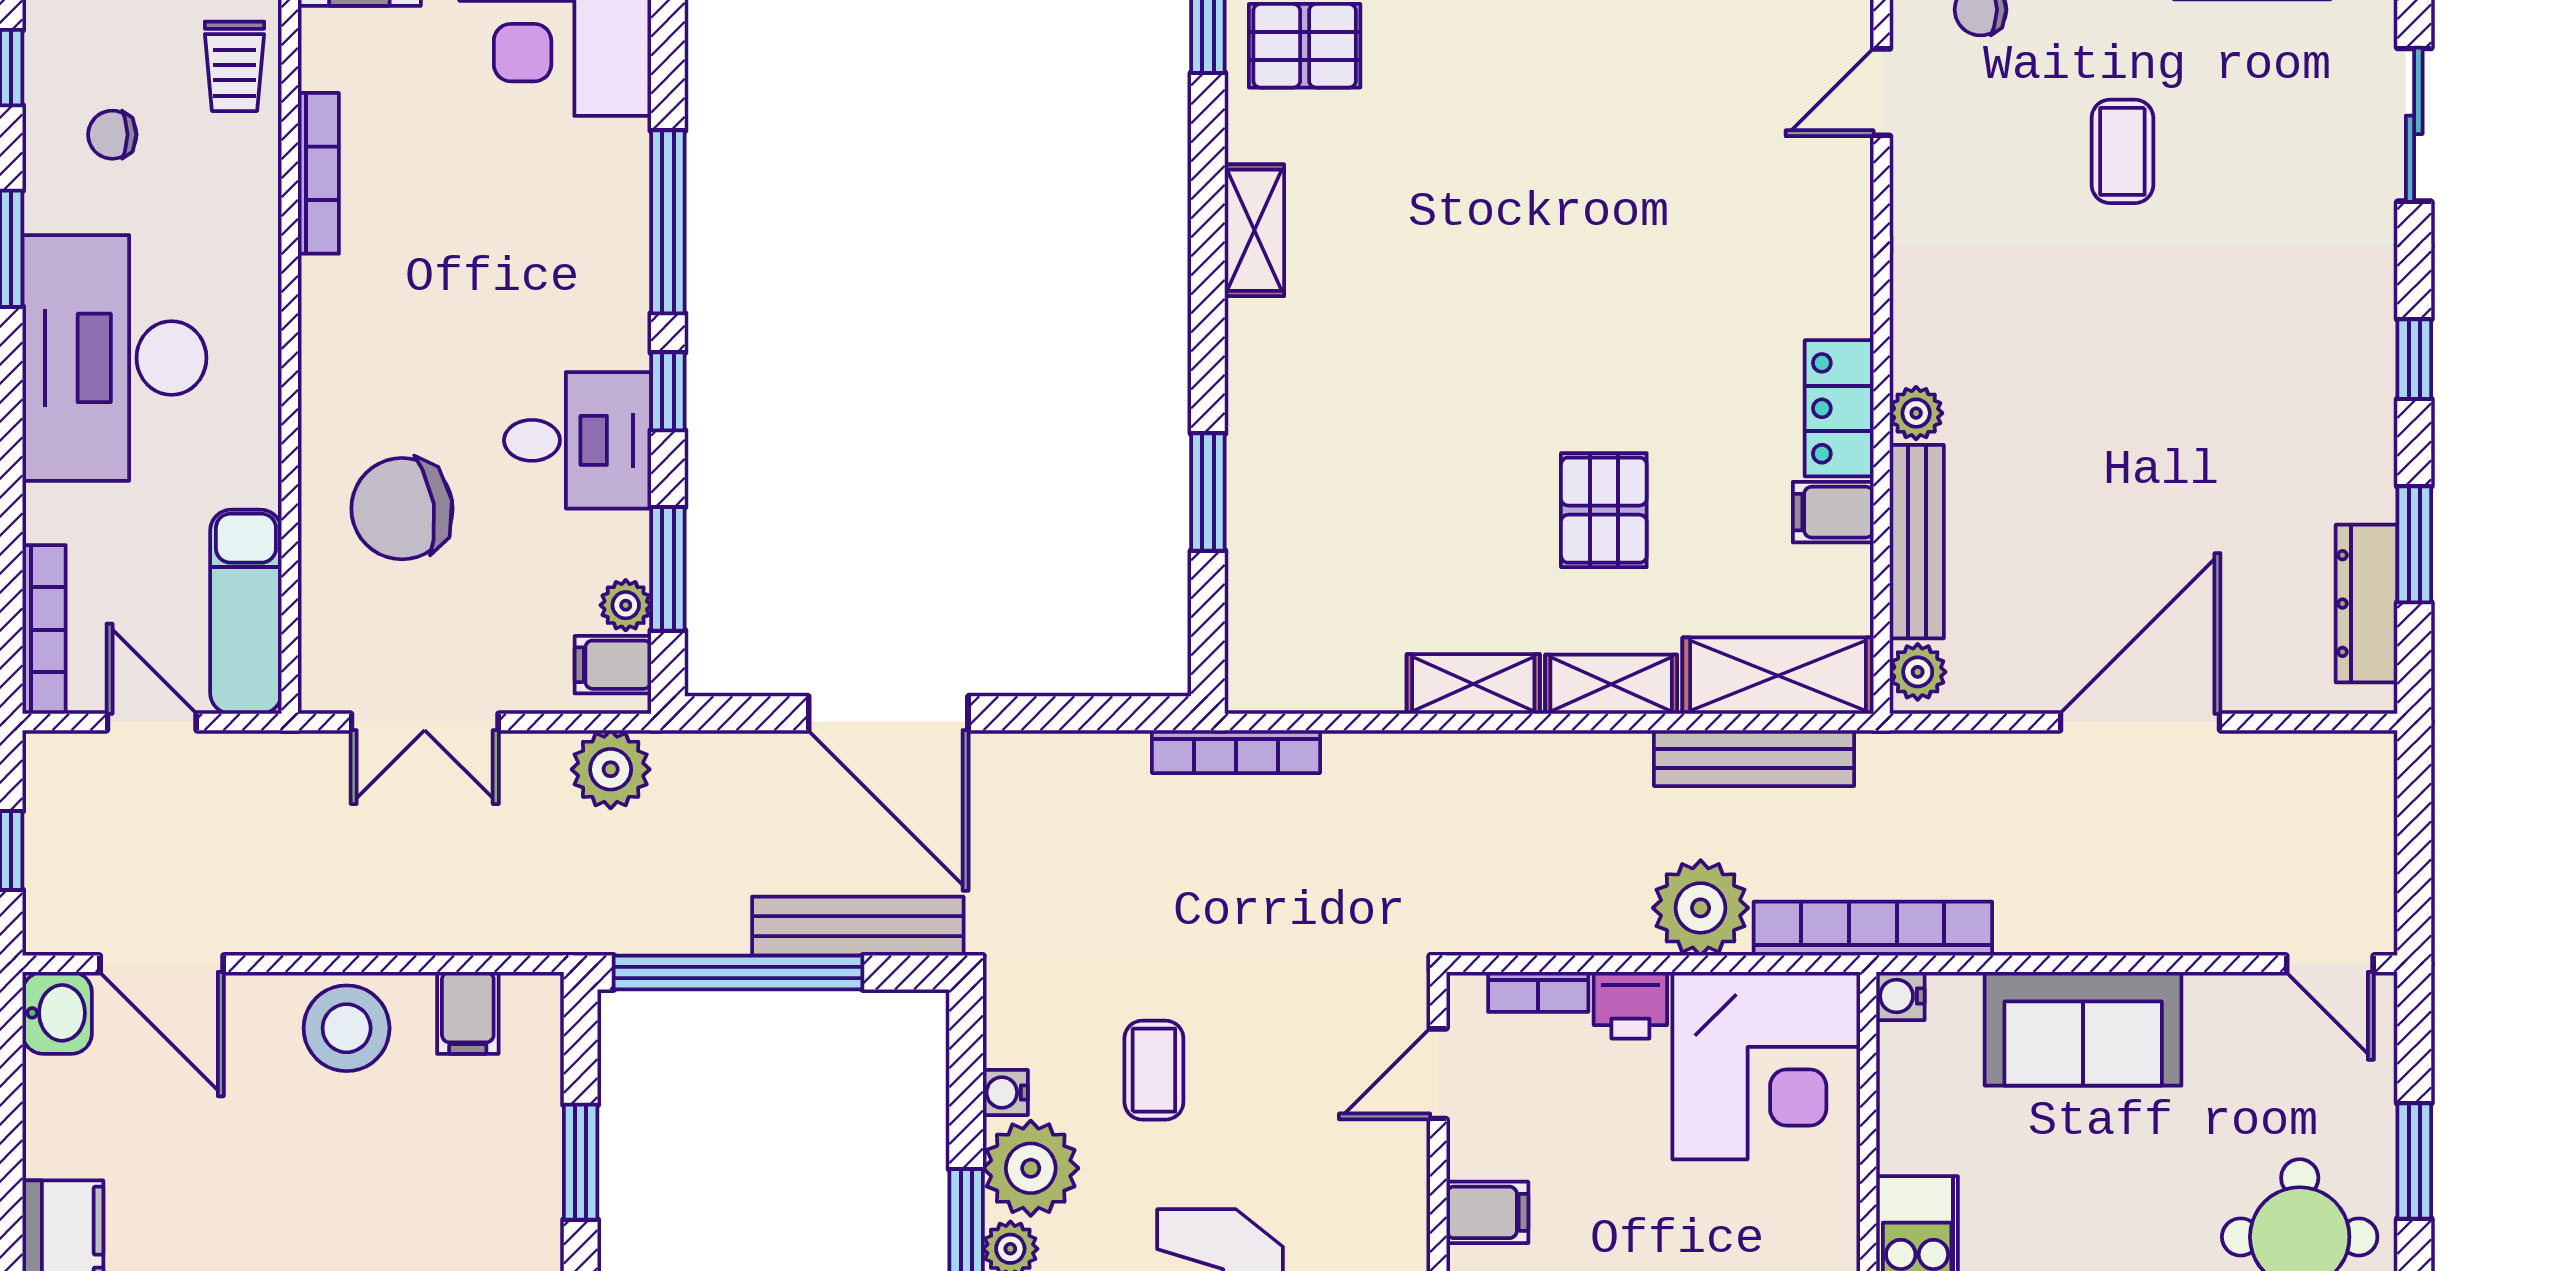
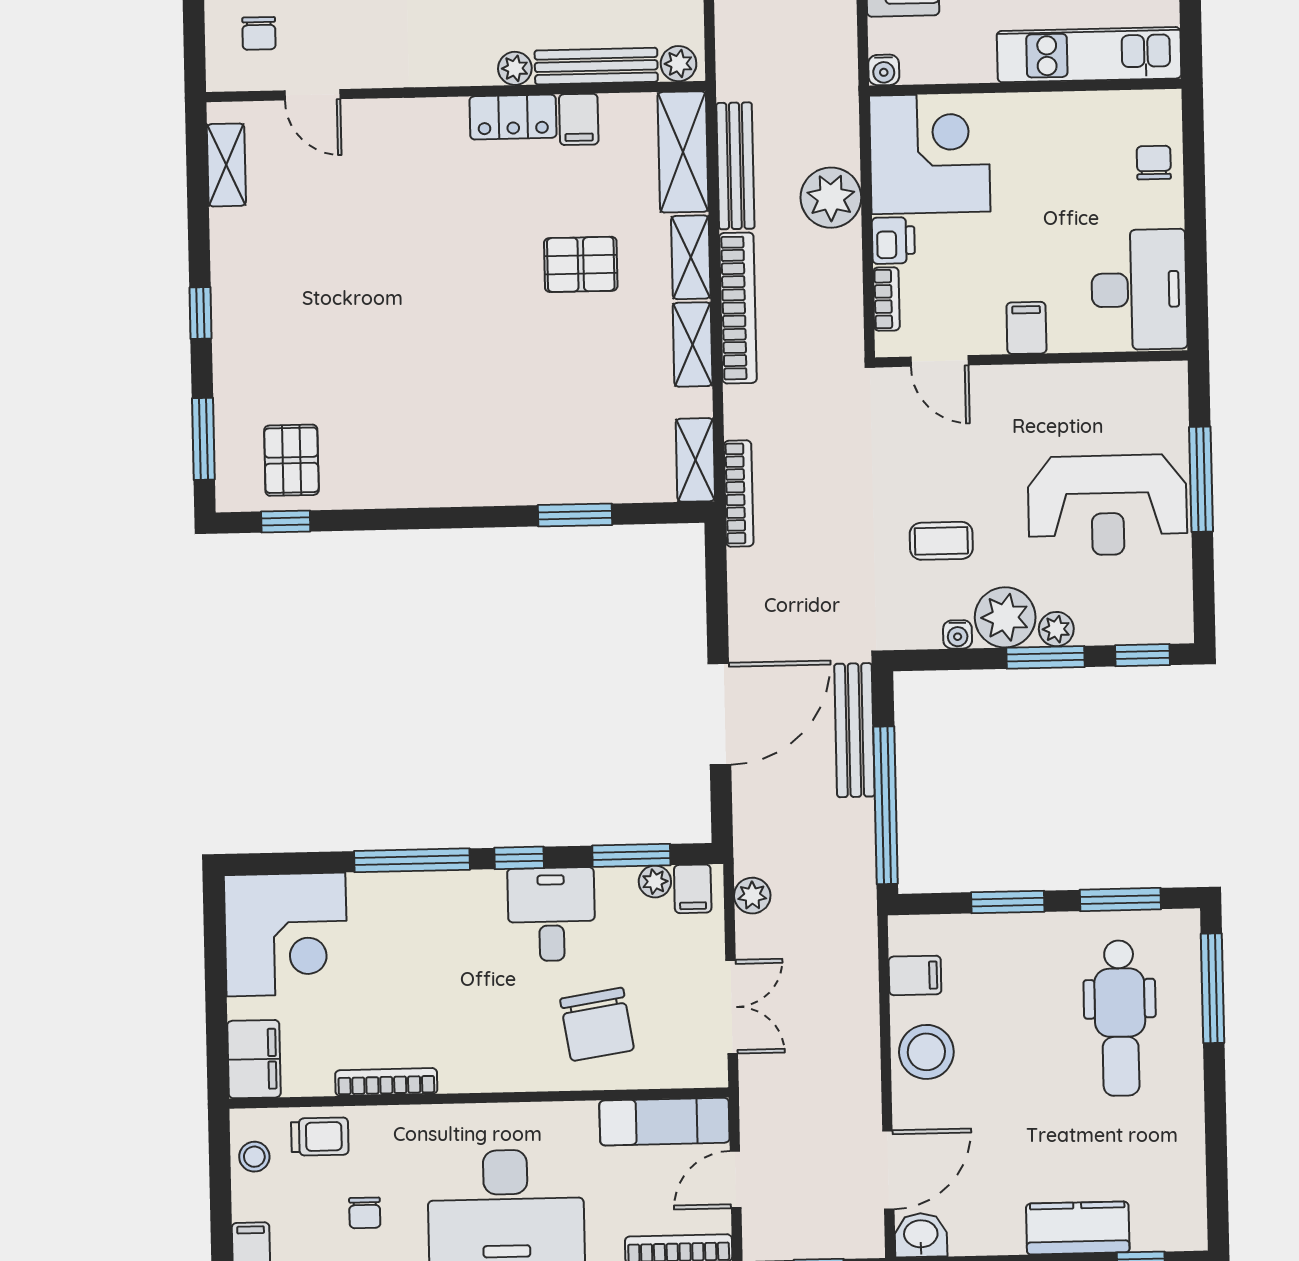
shelving: (1254, 230) -> (695, 460), moved, turned 90
plant: (611, 769) -> (752, 896), width x0.73, depth x0.73
bookcase: (1873, 929) -> (738, 308), moved, turned 180

